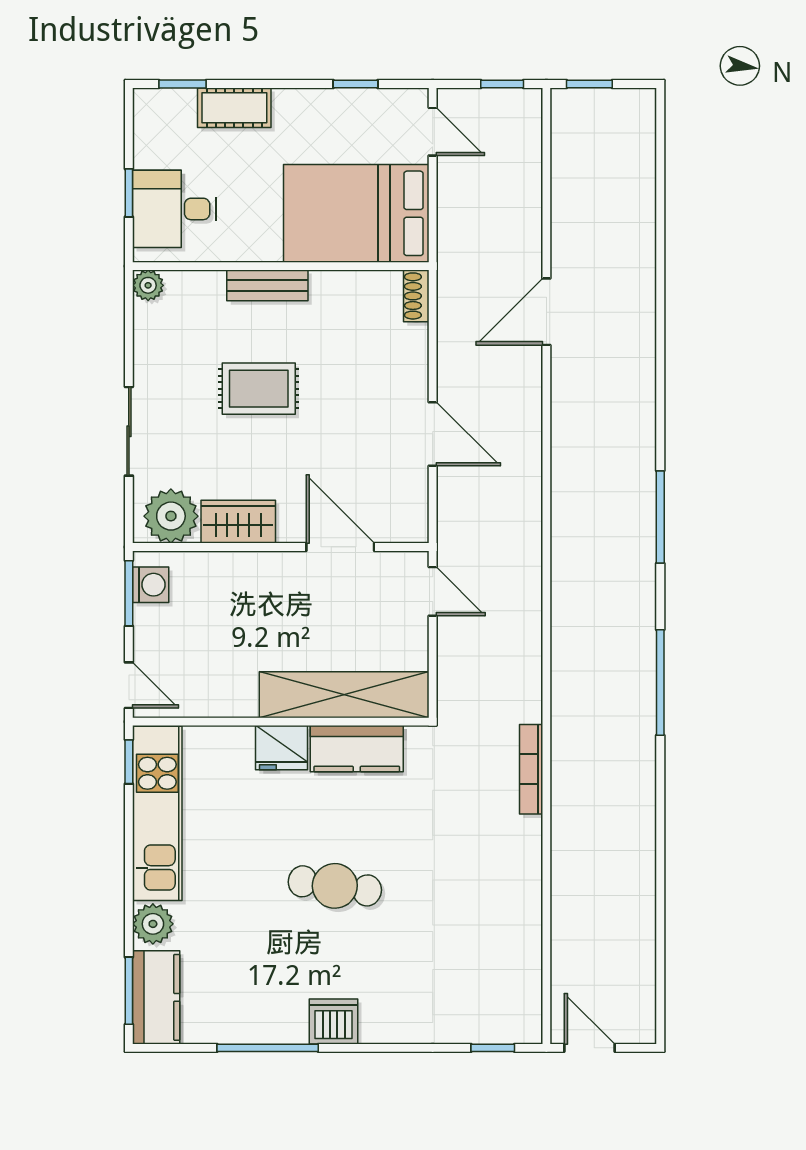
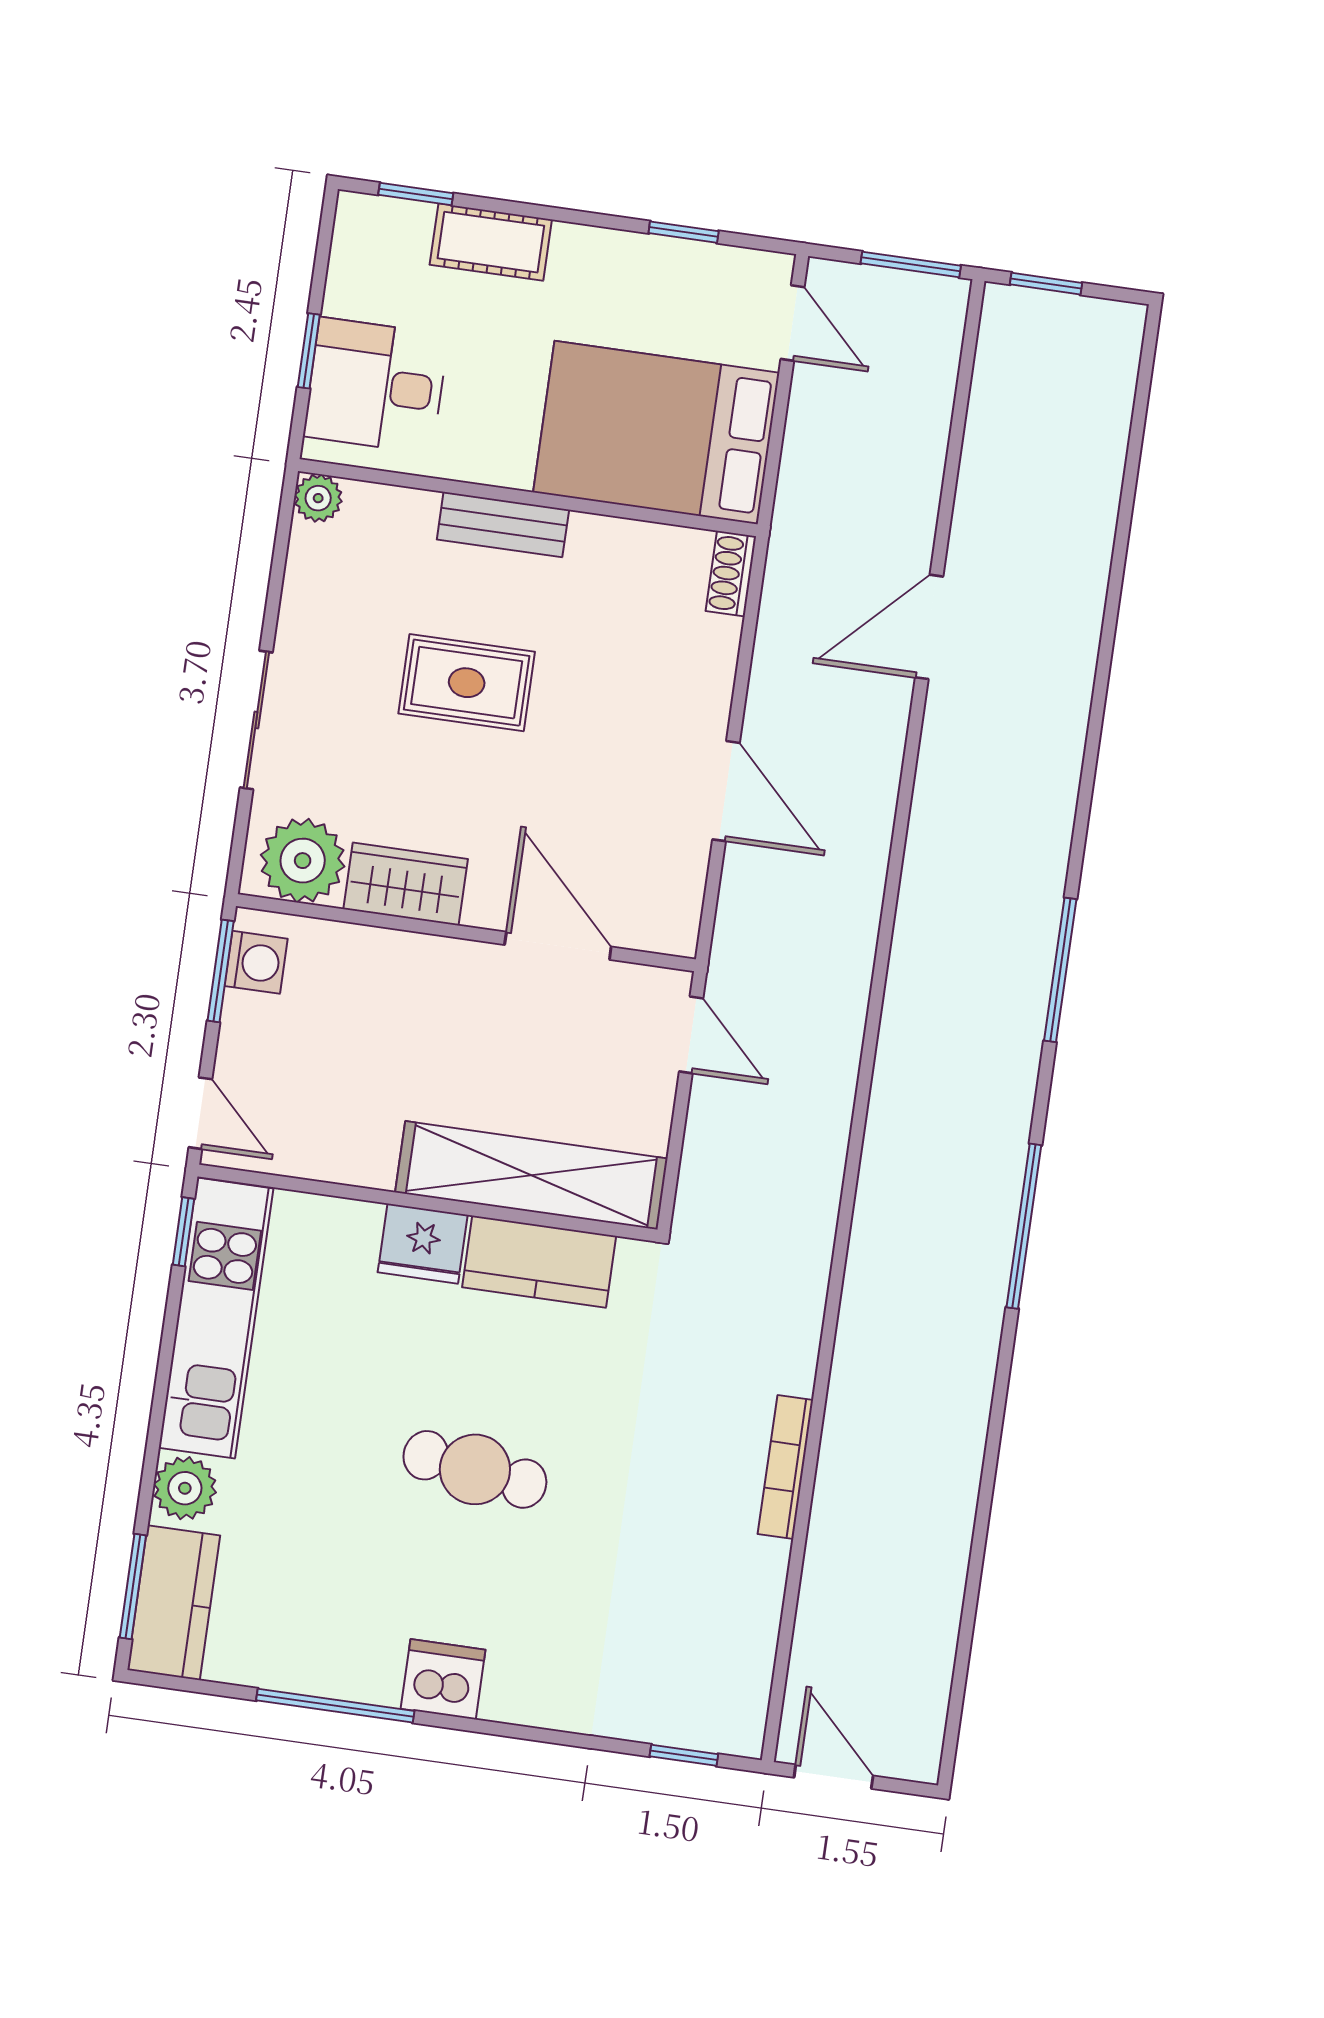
window: (502, 84) -> (911, 264), width x1.50
bookcase: (531, 769) -> (785, 1467), moved

